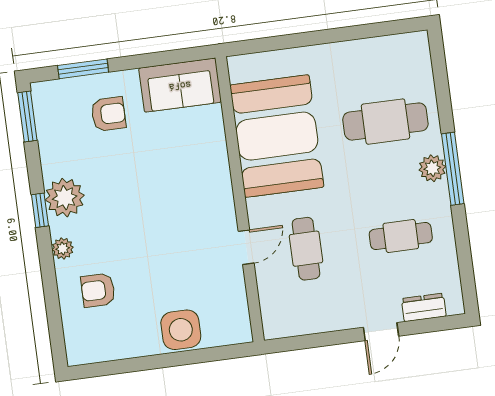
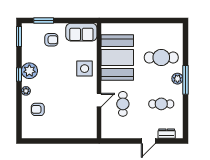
side table: (181, 330) -> (85, 69), moved

